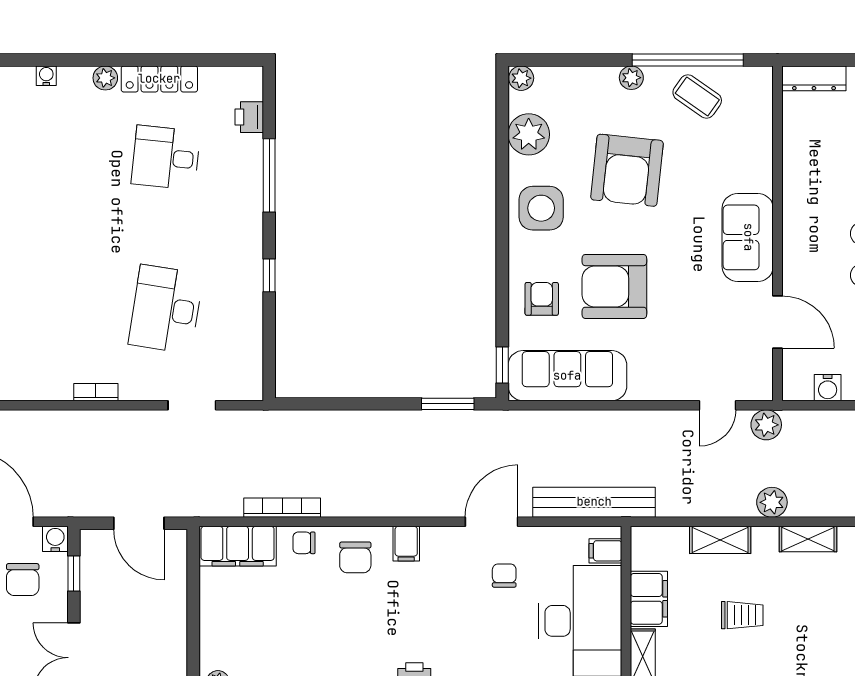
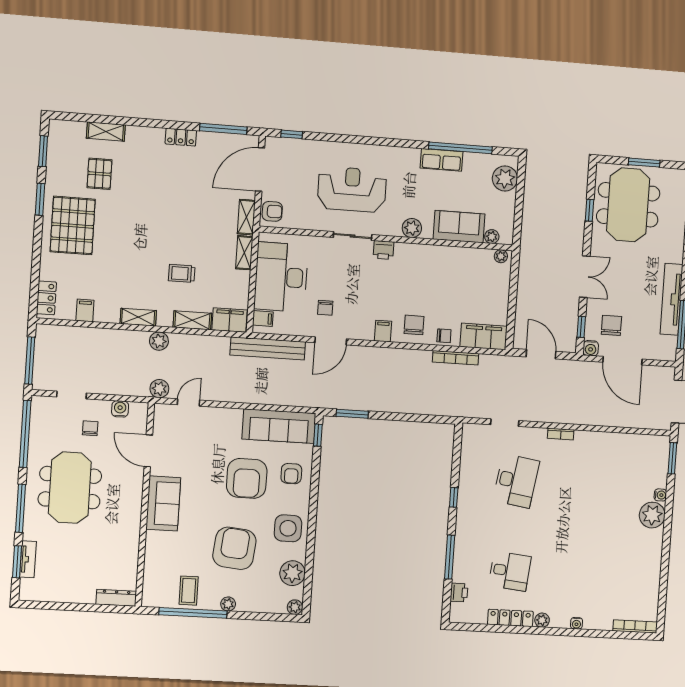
coffee table: (697, 97) -> (189, 591), turned 55
armchair: (614, 286) -> (247, 478), turned 90
filing cabinet: (649, 599) -> (230, 320), moved, turned 90

